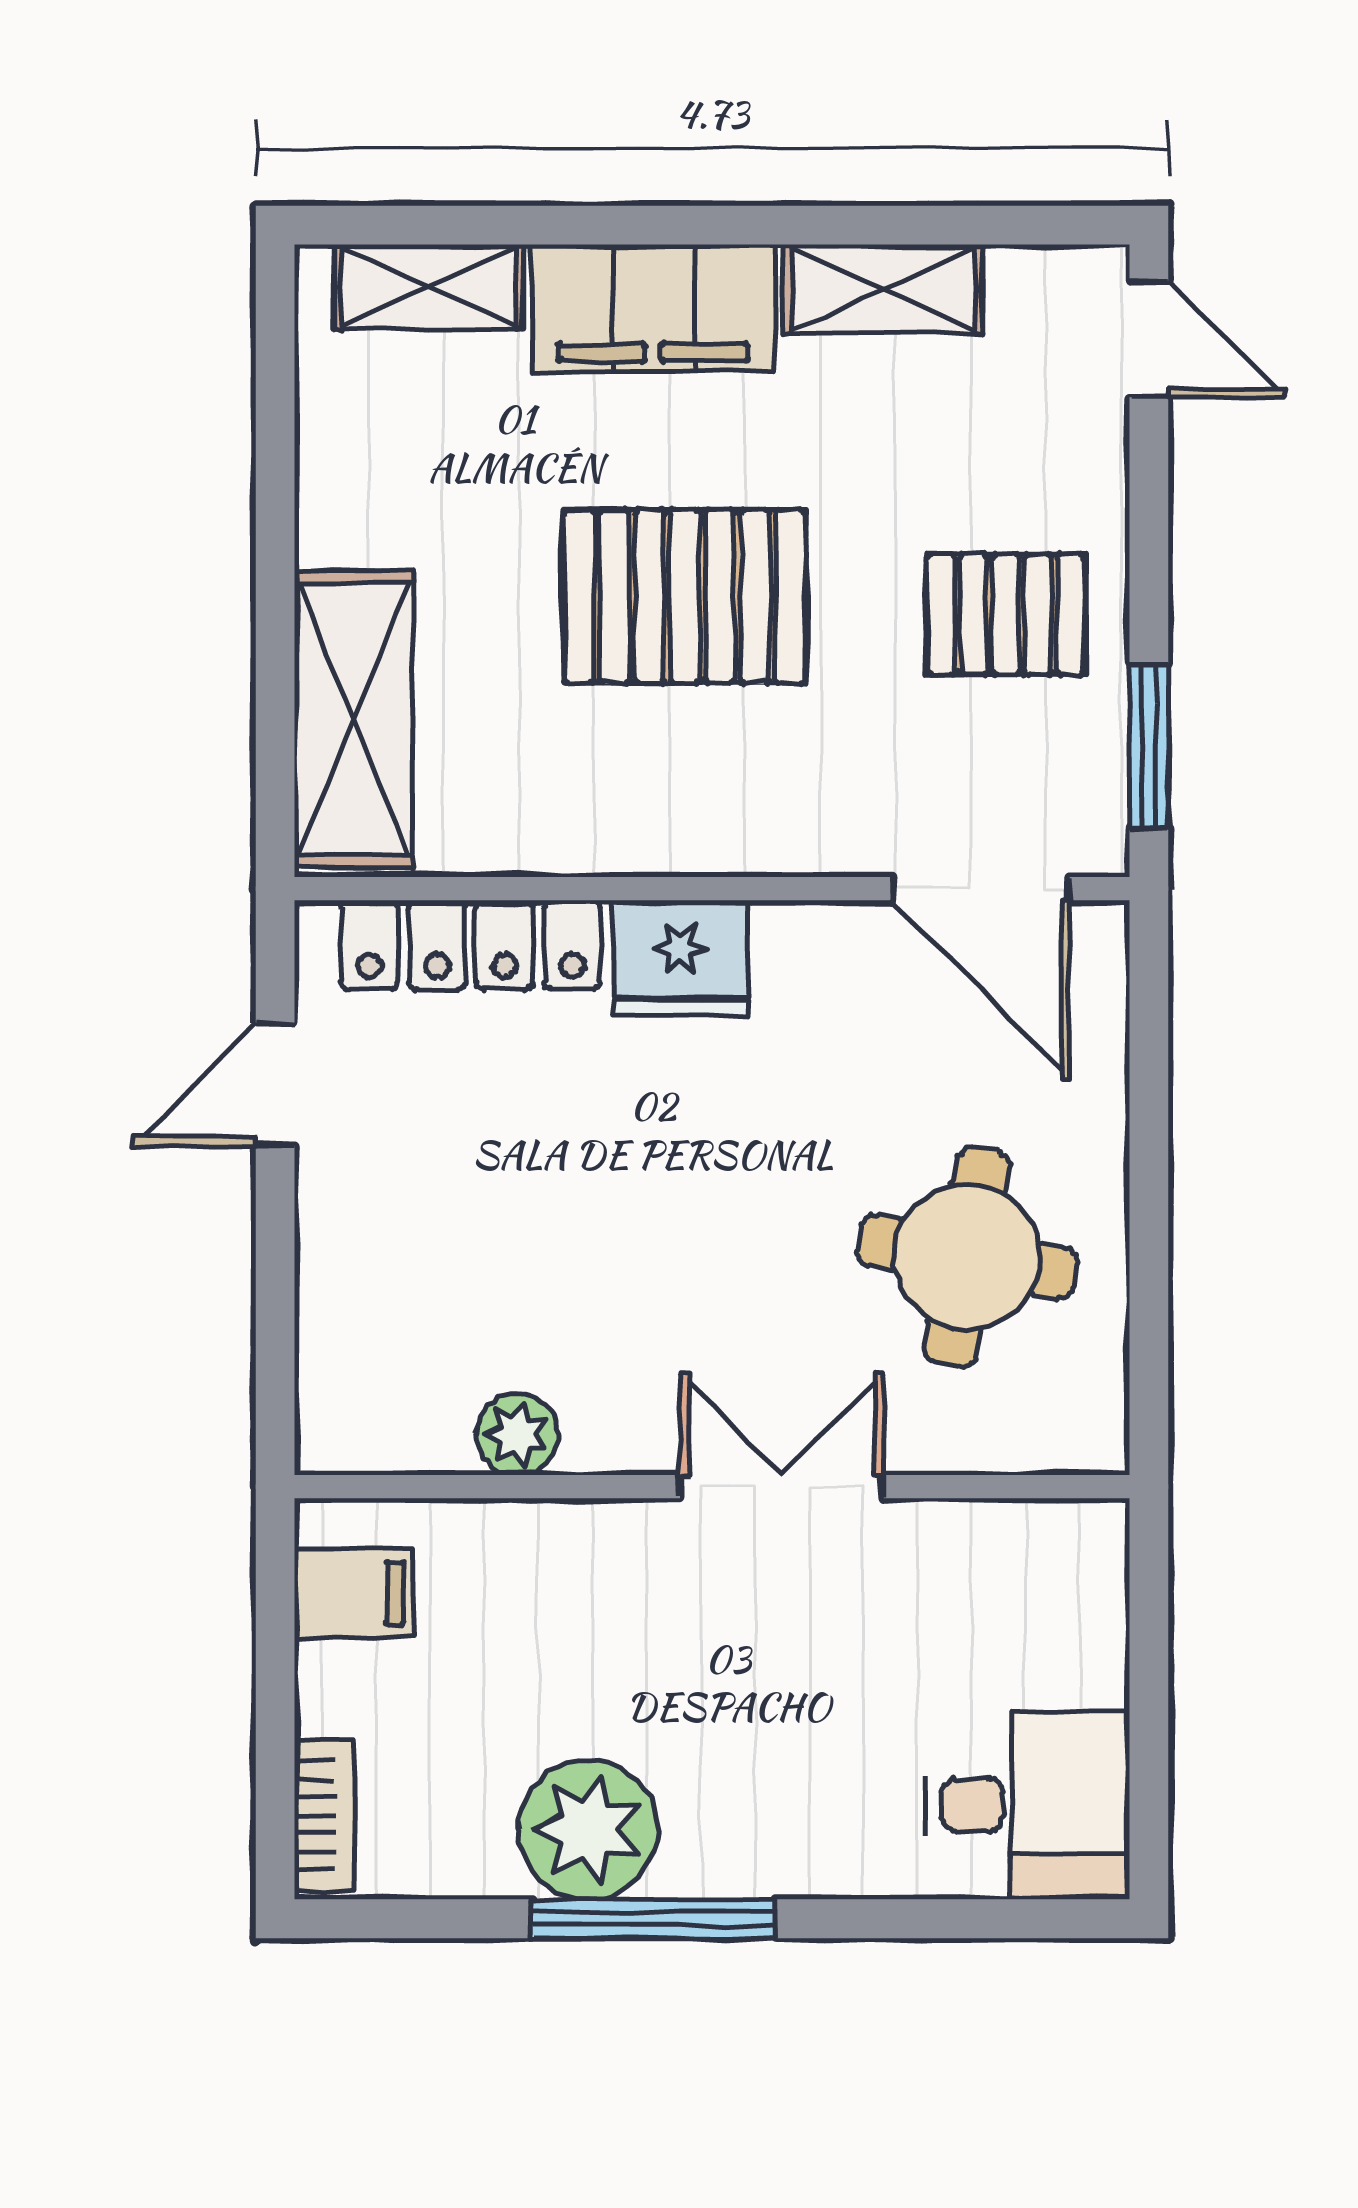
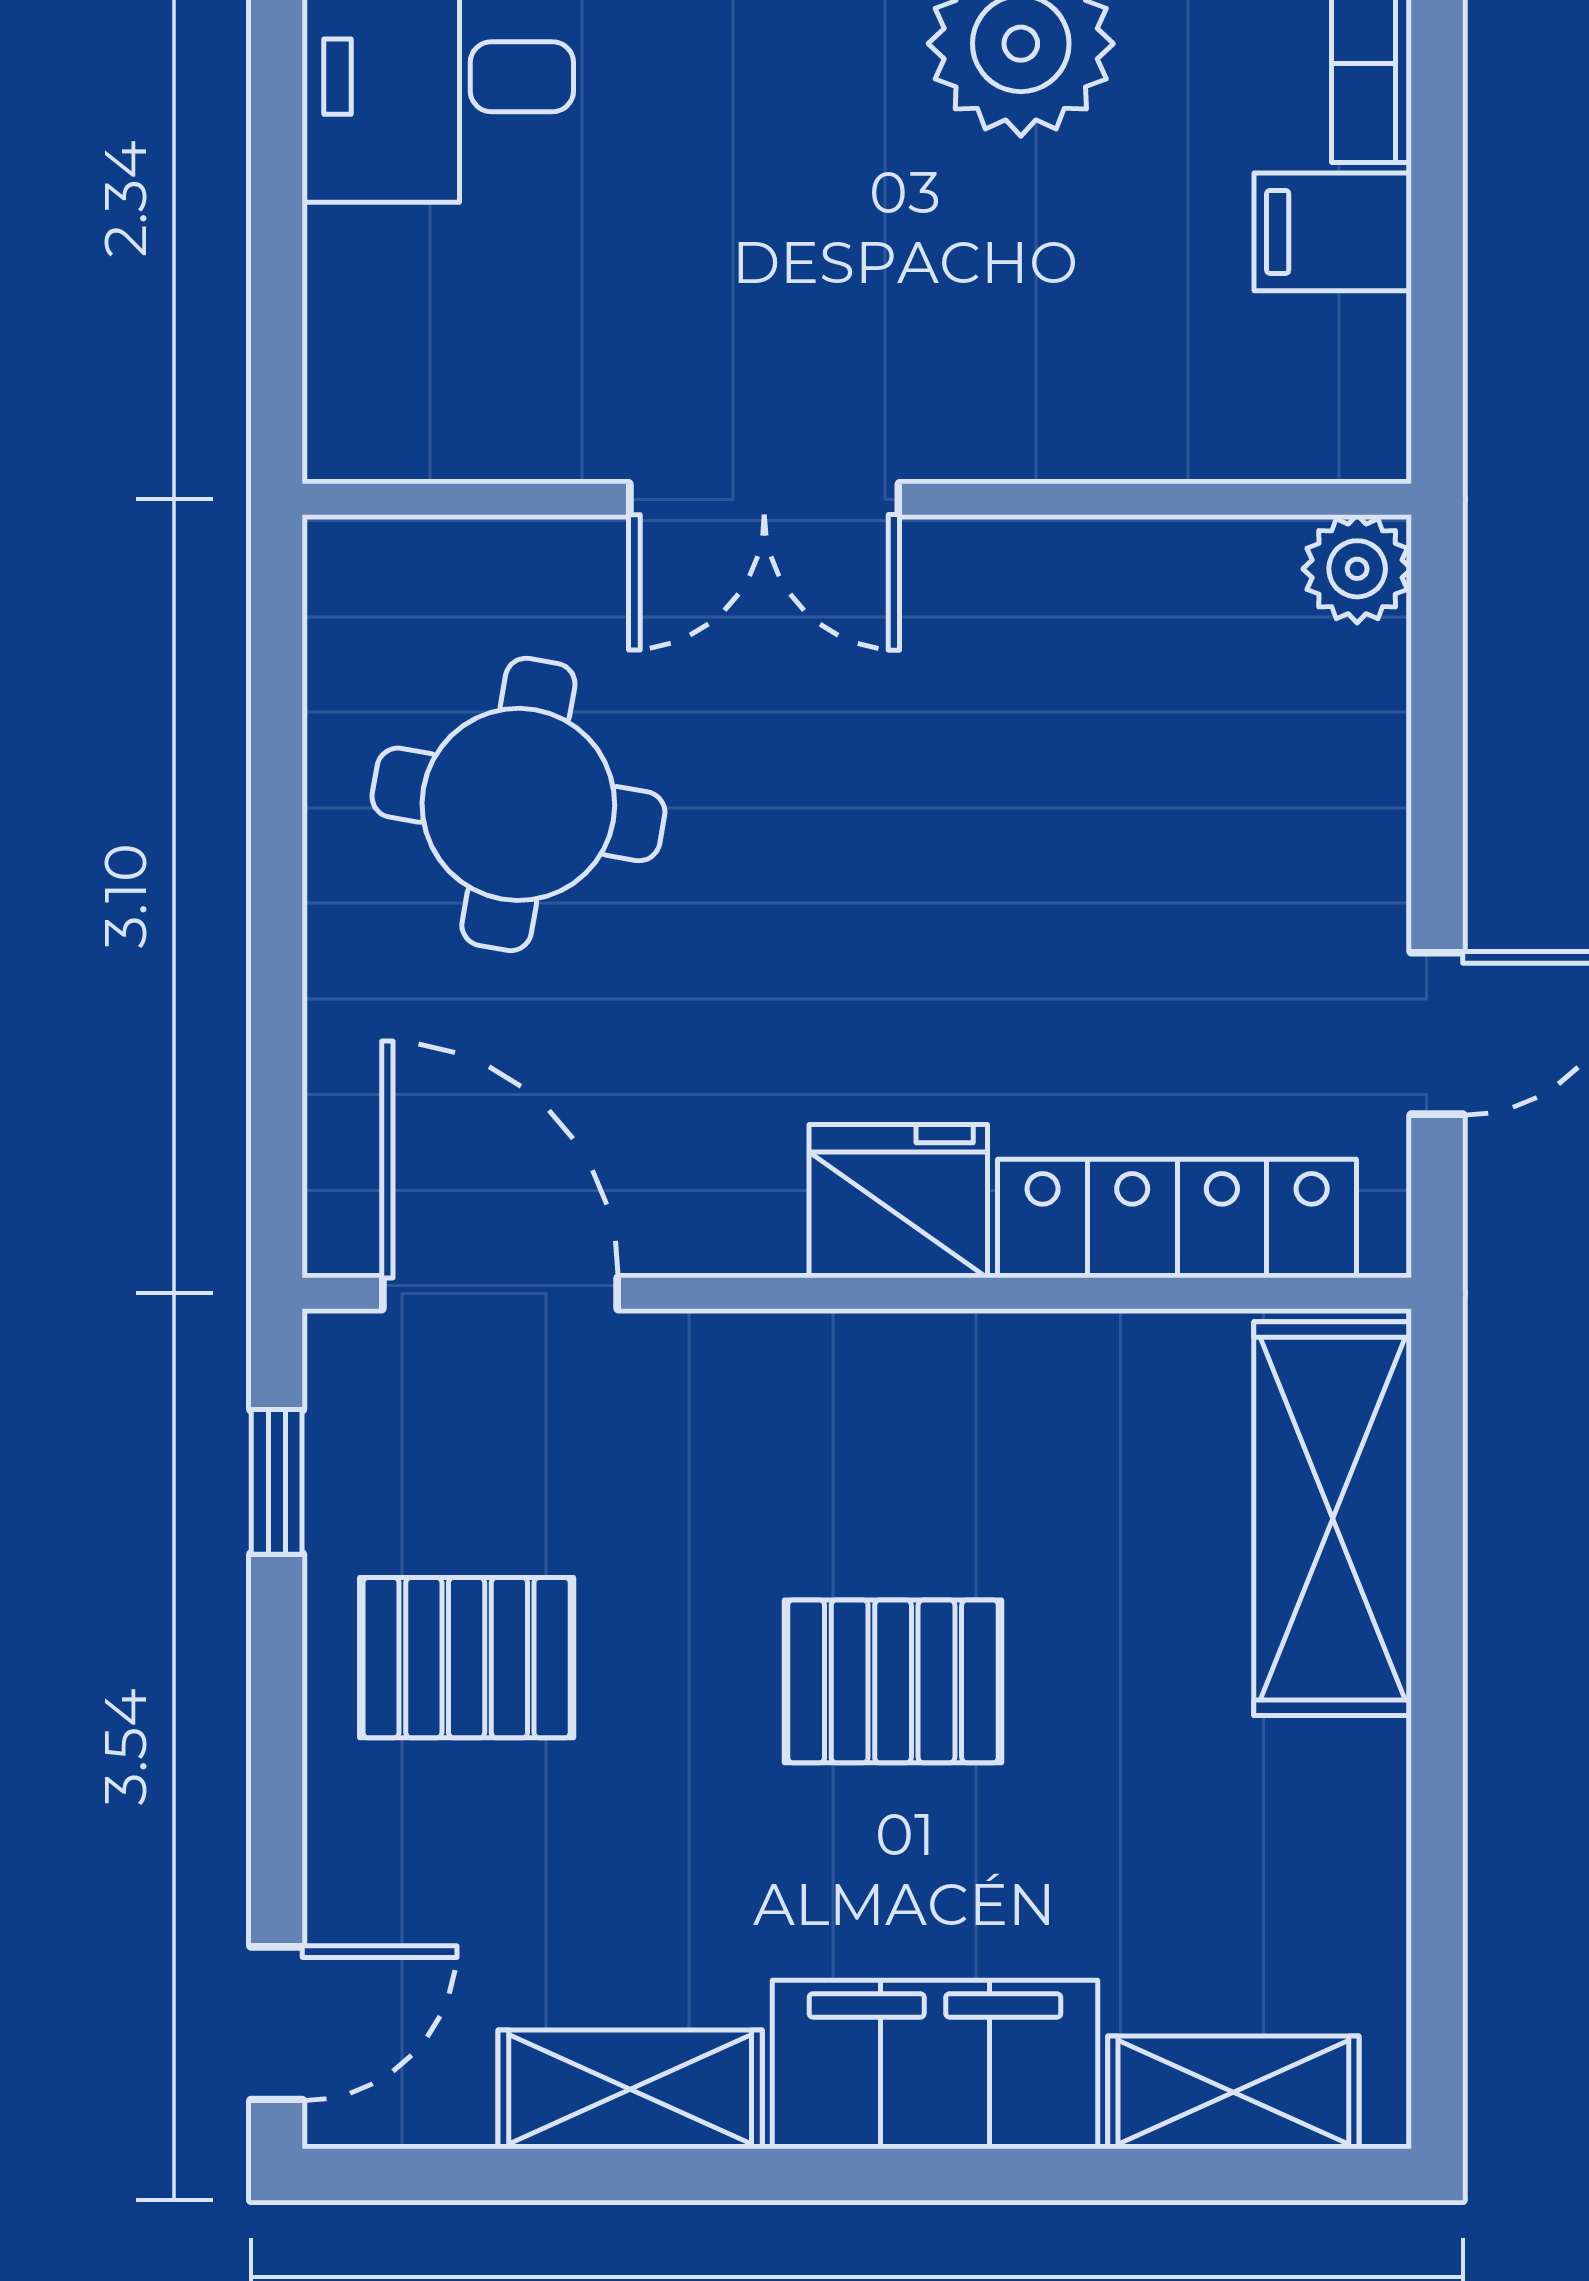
door: (1149, 339) -> (277, 2023), swing flipped
pallet: (685, 596) -> (893, 1681), width x0.67, depth x0.71
window: (1149, 747) -> (277, 1482), width x0.67
plant: (517, 1434) -> (1357, 569), moved
filing cabinet: (354, 1593) -> (1333, 232), moved

